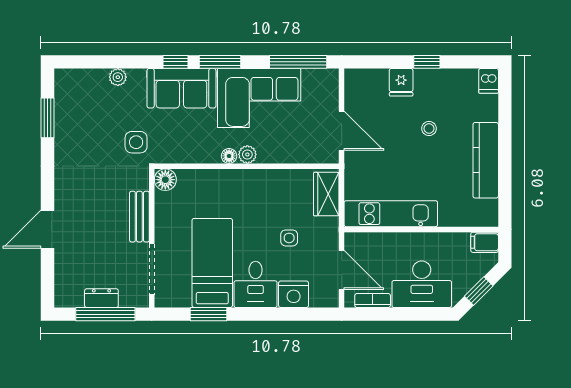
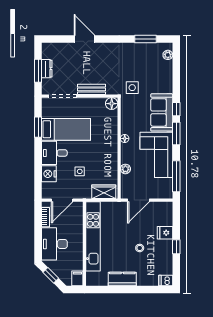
plant: (118, 77) -> (168, 55), moved
plant: (247, 154) -> (125, 169), moved
kitchen counter: (486, 160) -> (122, 279), width x0.67
kitchen unit: (391, 214) -> (93, 236), width x1.36
window: (105, 314) -> (38, 71), width x0.69

